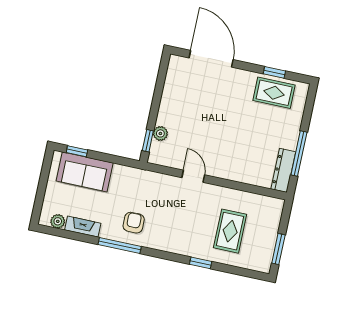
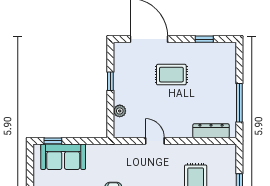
rug: (274, 93) -> (171, 75), moved
window: (148, 141) -> (110, 81), moved
dresser: (283, 170) -> (211, 131), moved, turned 90

